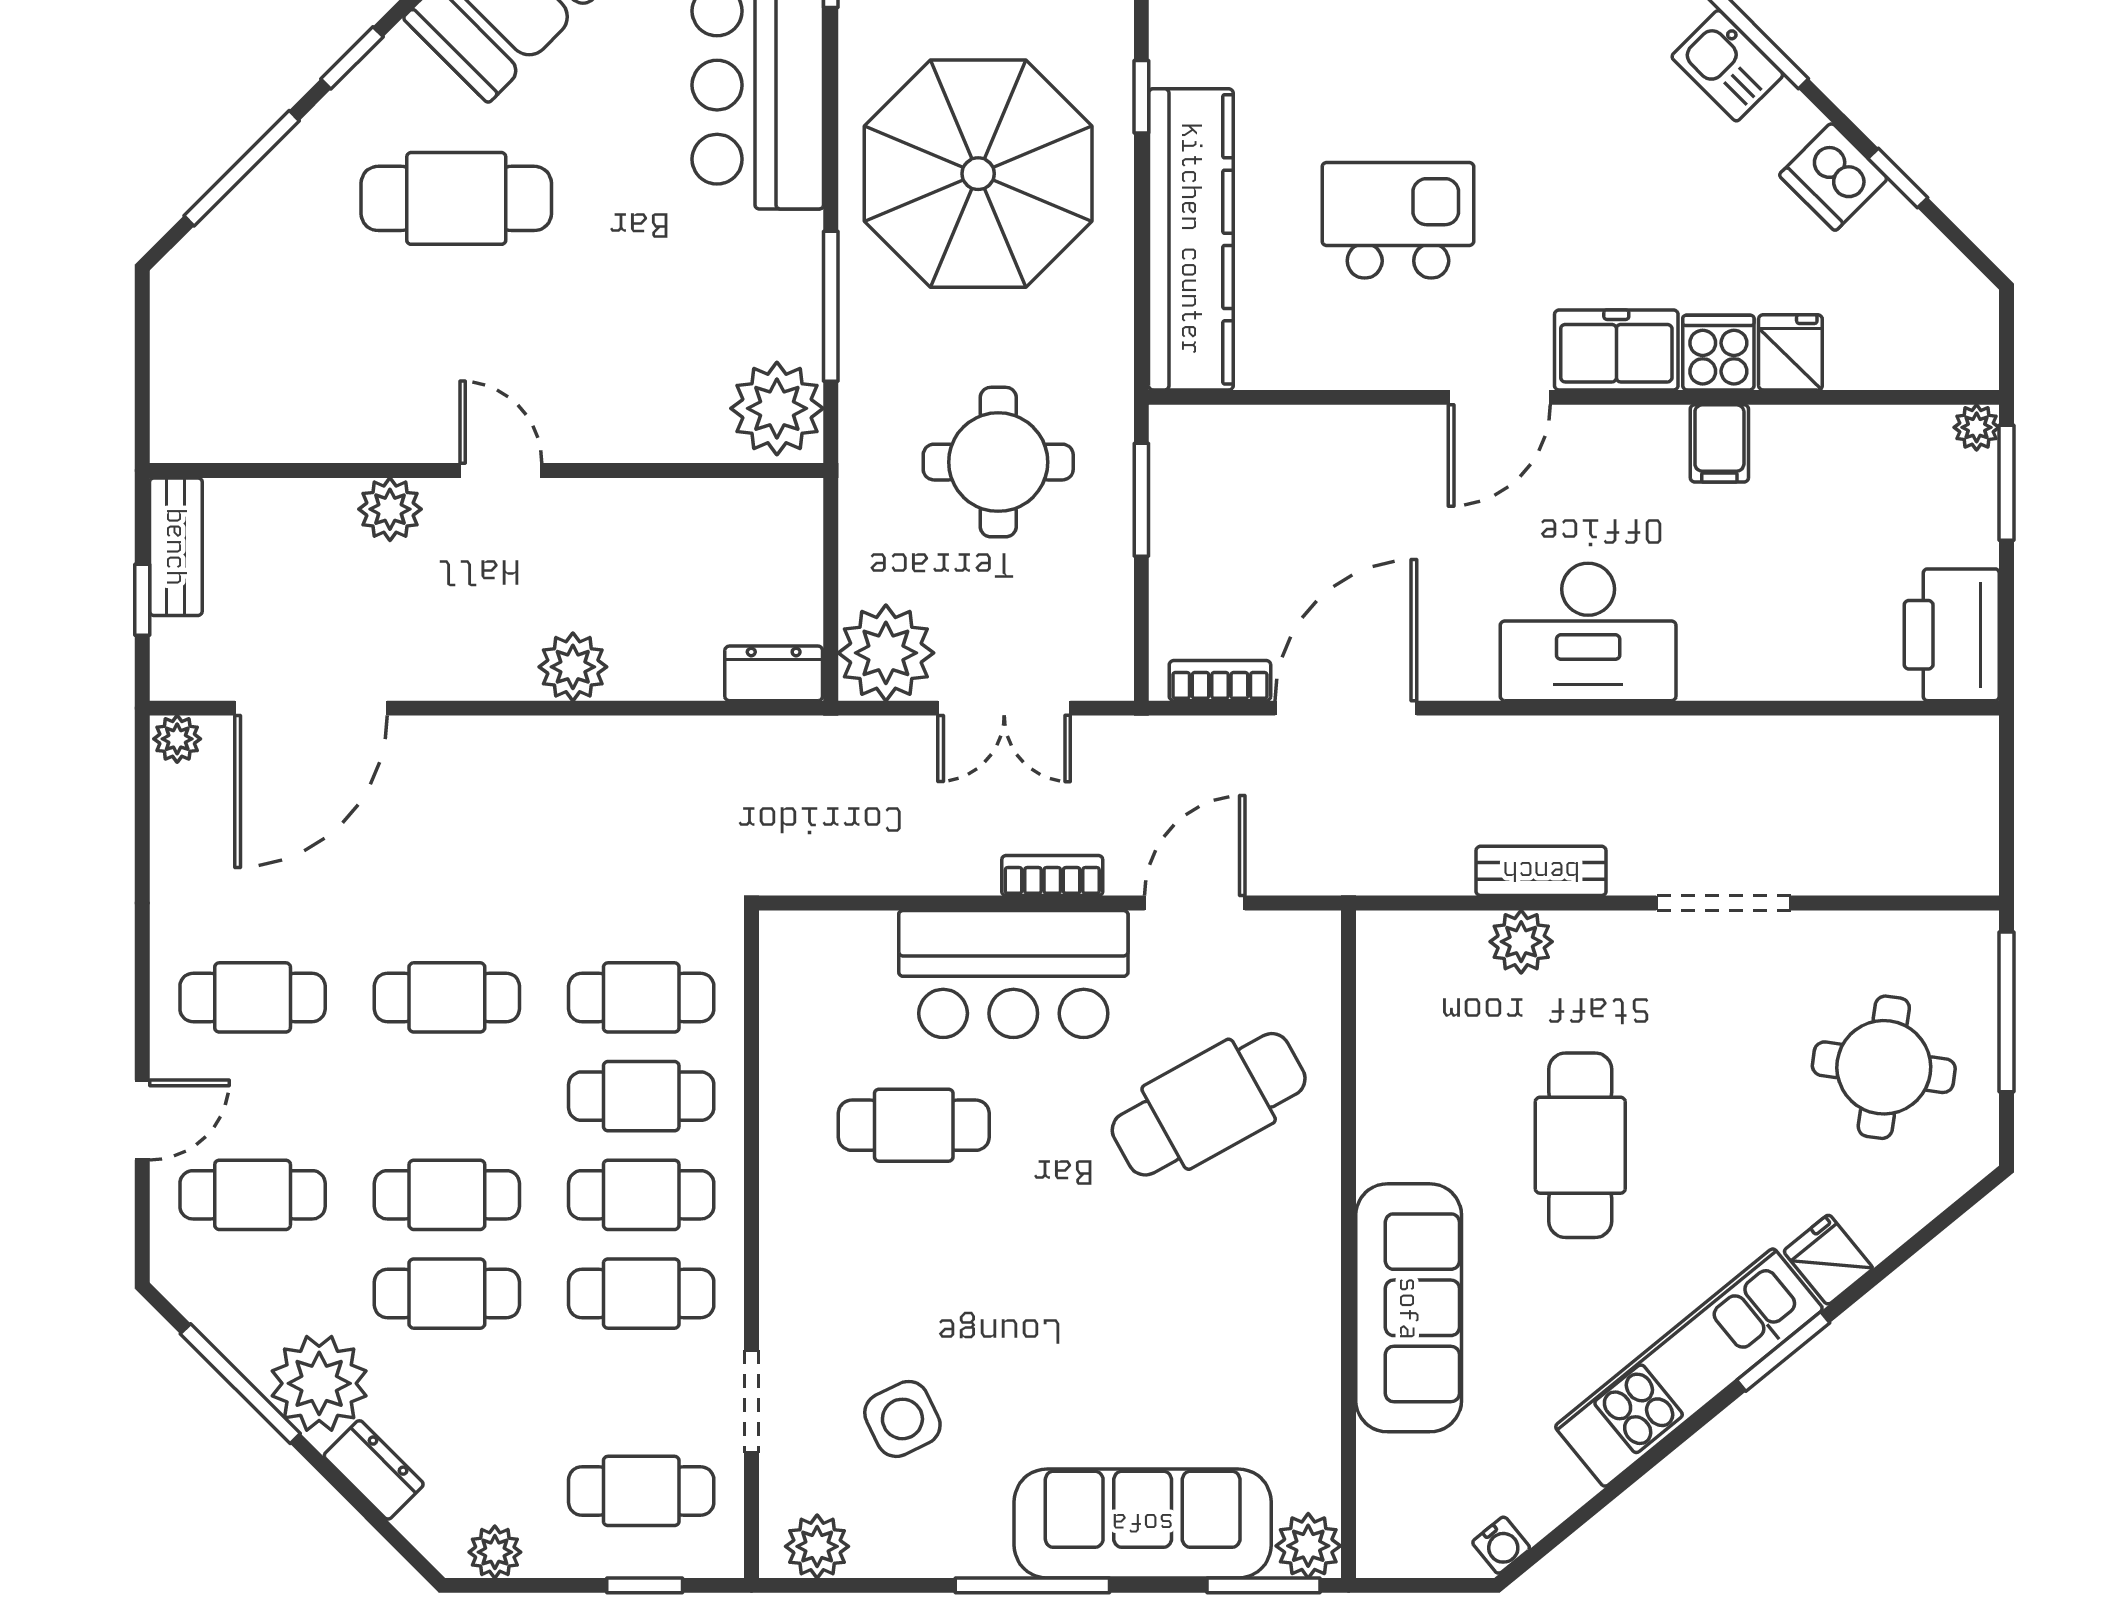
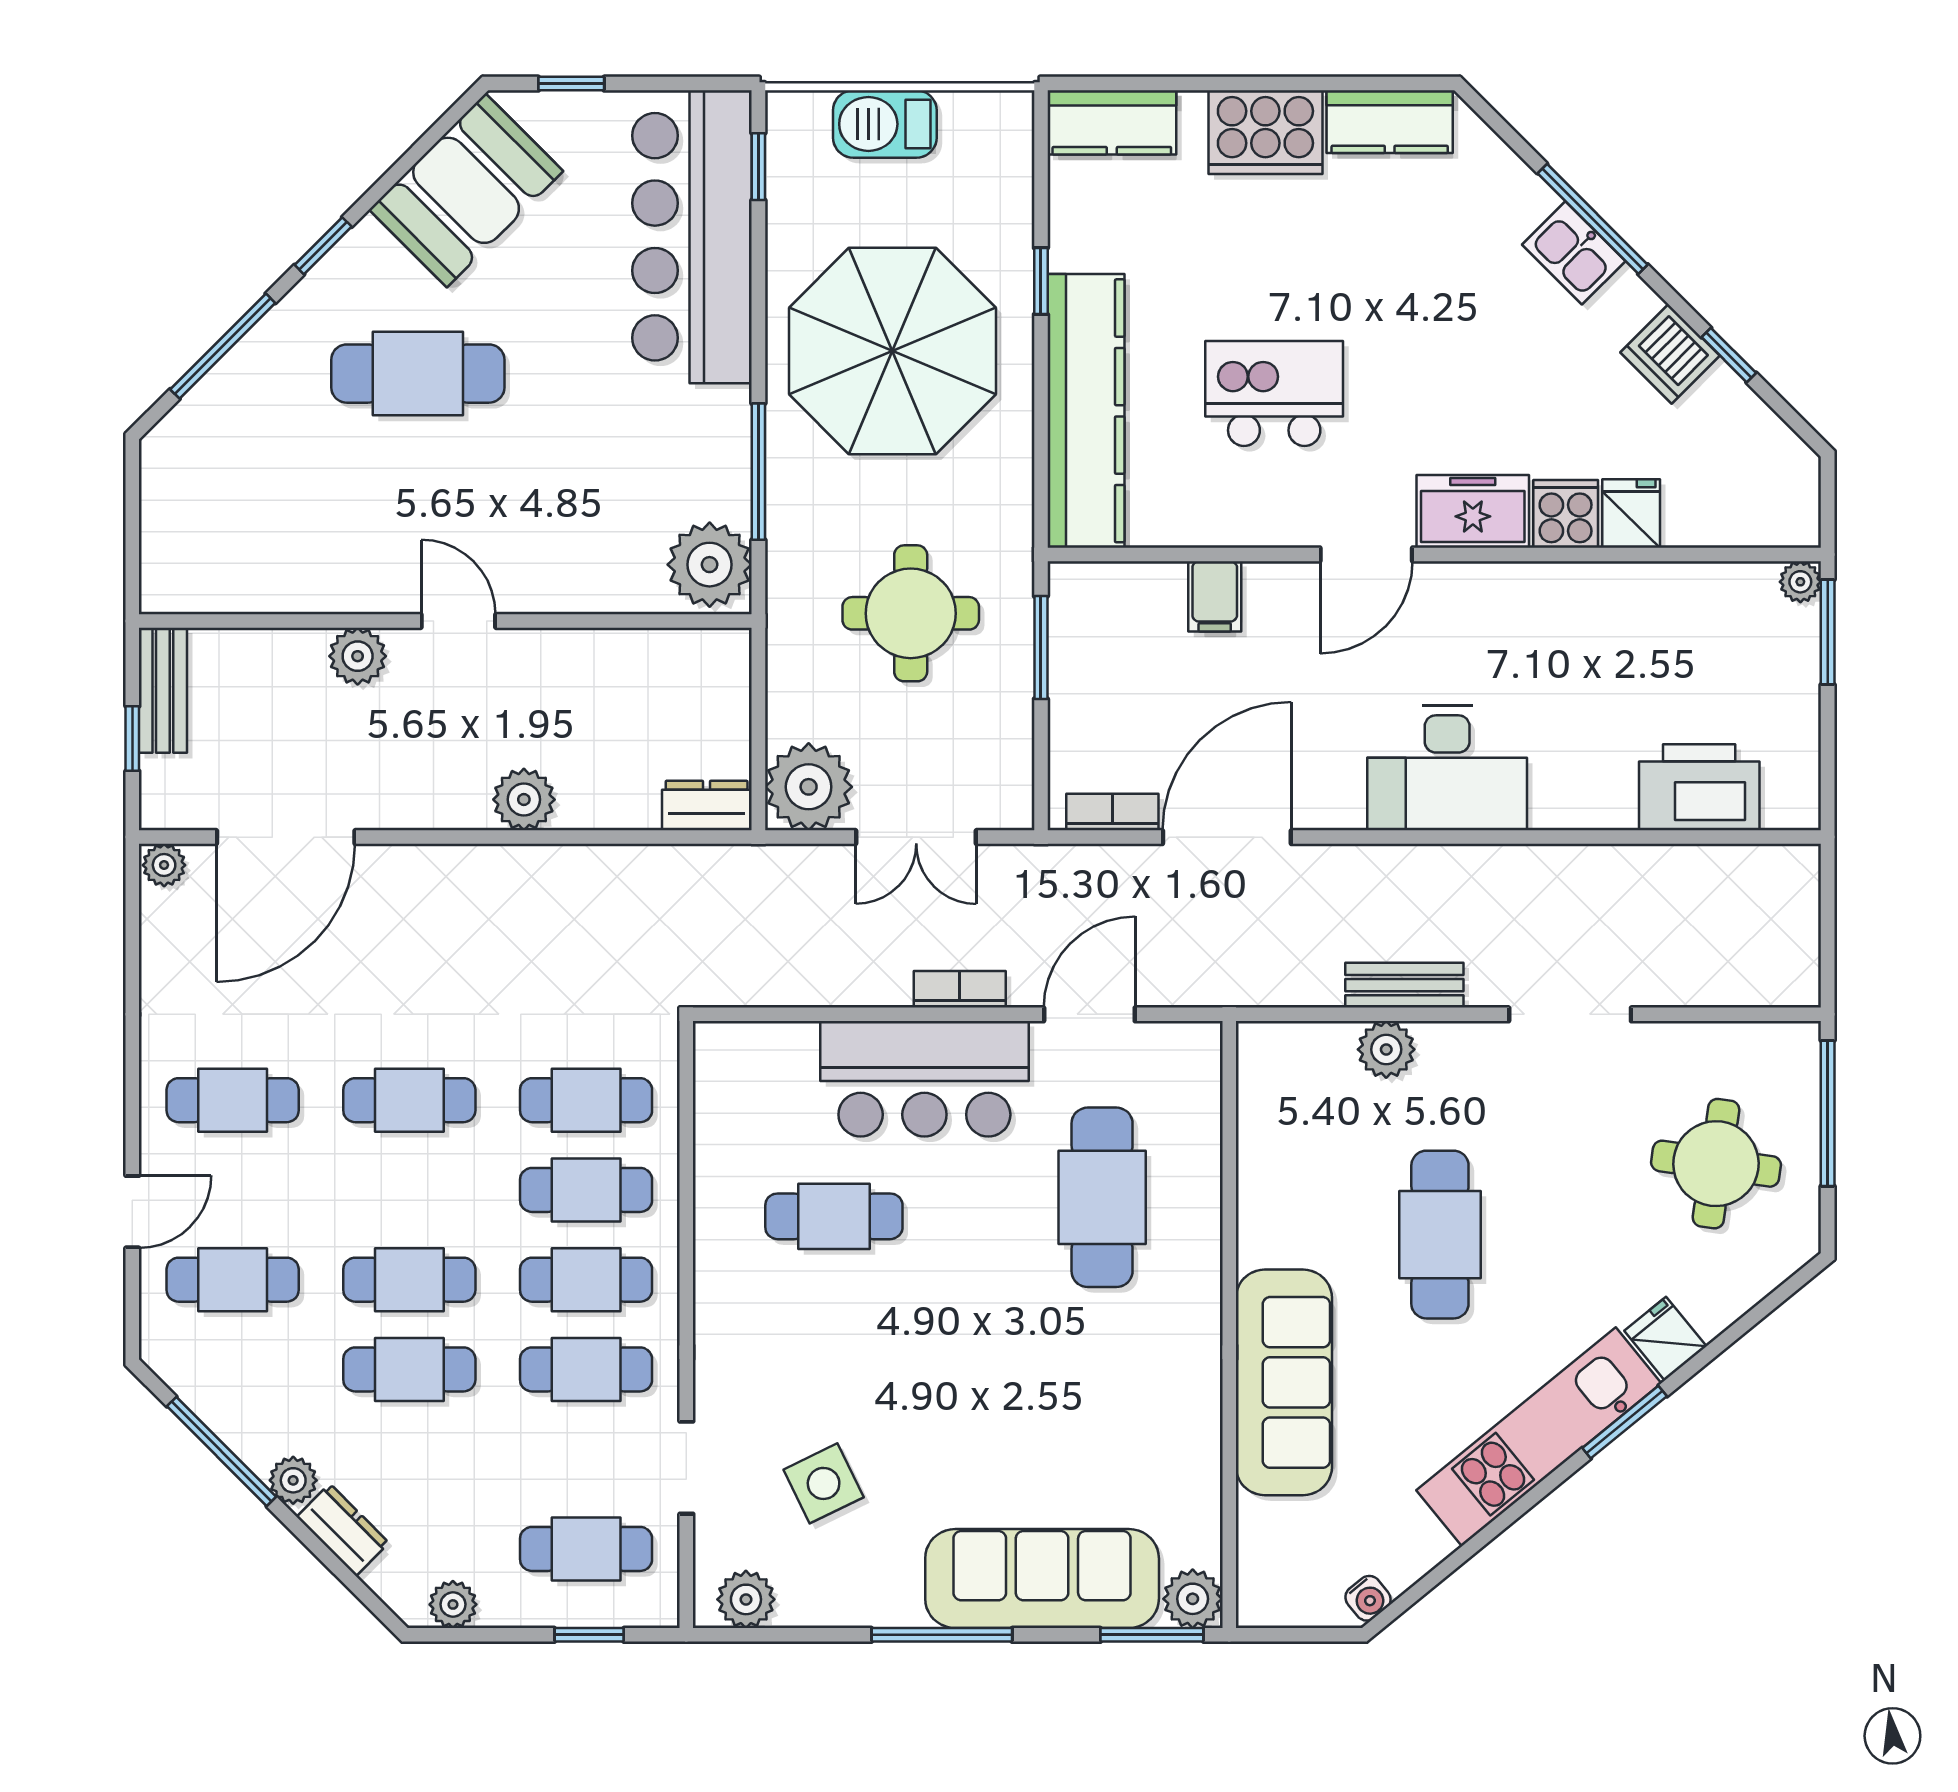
filing cabinet: (1719, 443) -> (1215, 596), moved
printer: (1952, 635) -> (1699, 787), moved, turned 90
cafe table: (1209, 1104) -> (1102, 1197), turned -61
plant: (319, 1383) -> (293, 1480), width x0.53, depth x0.53

